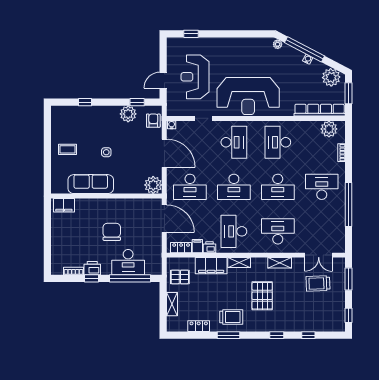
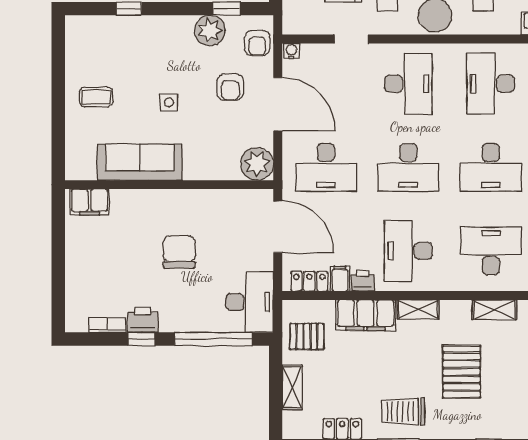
armchair: (153, 121) -> (257, 43), turned 180
armchair: (139, 144) -> (230, 87), added
desk: (128, 262) -> (250, 302), moved, turned -90
trolley: (231, 317) -> (403, 411), turned 180

